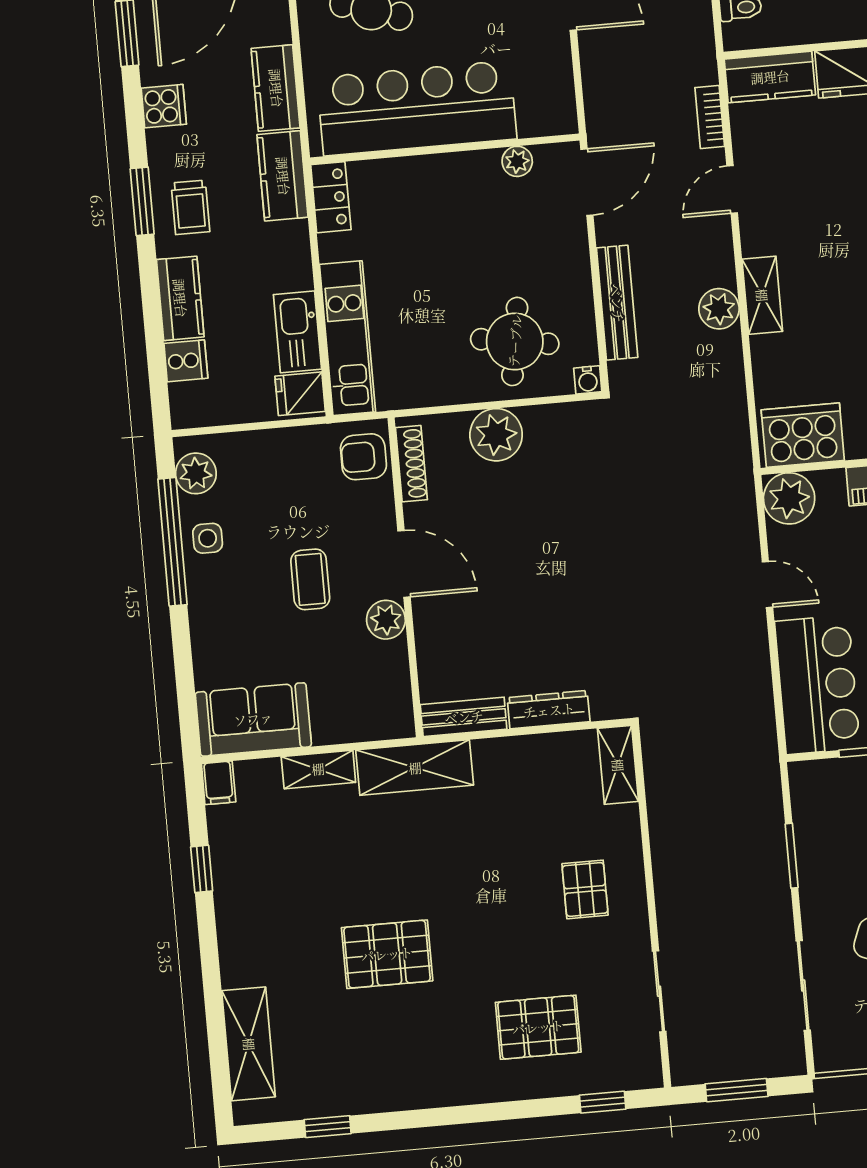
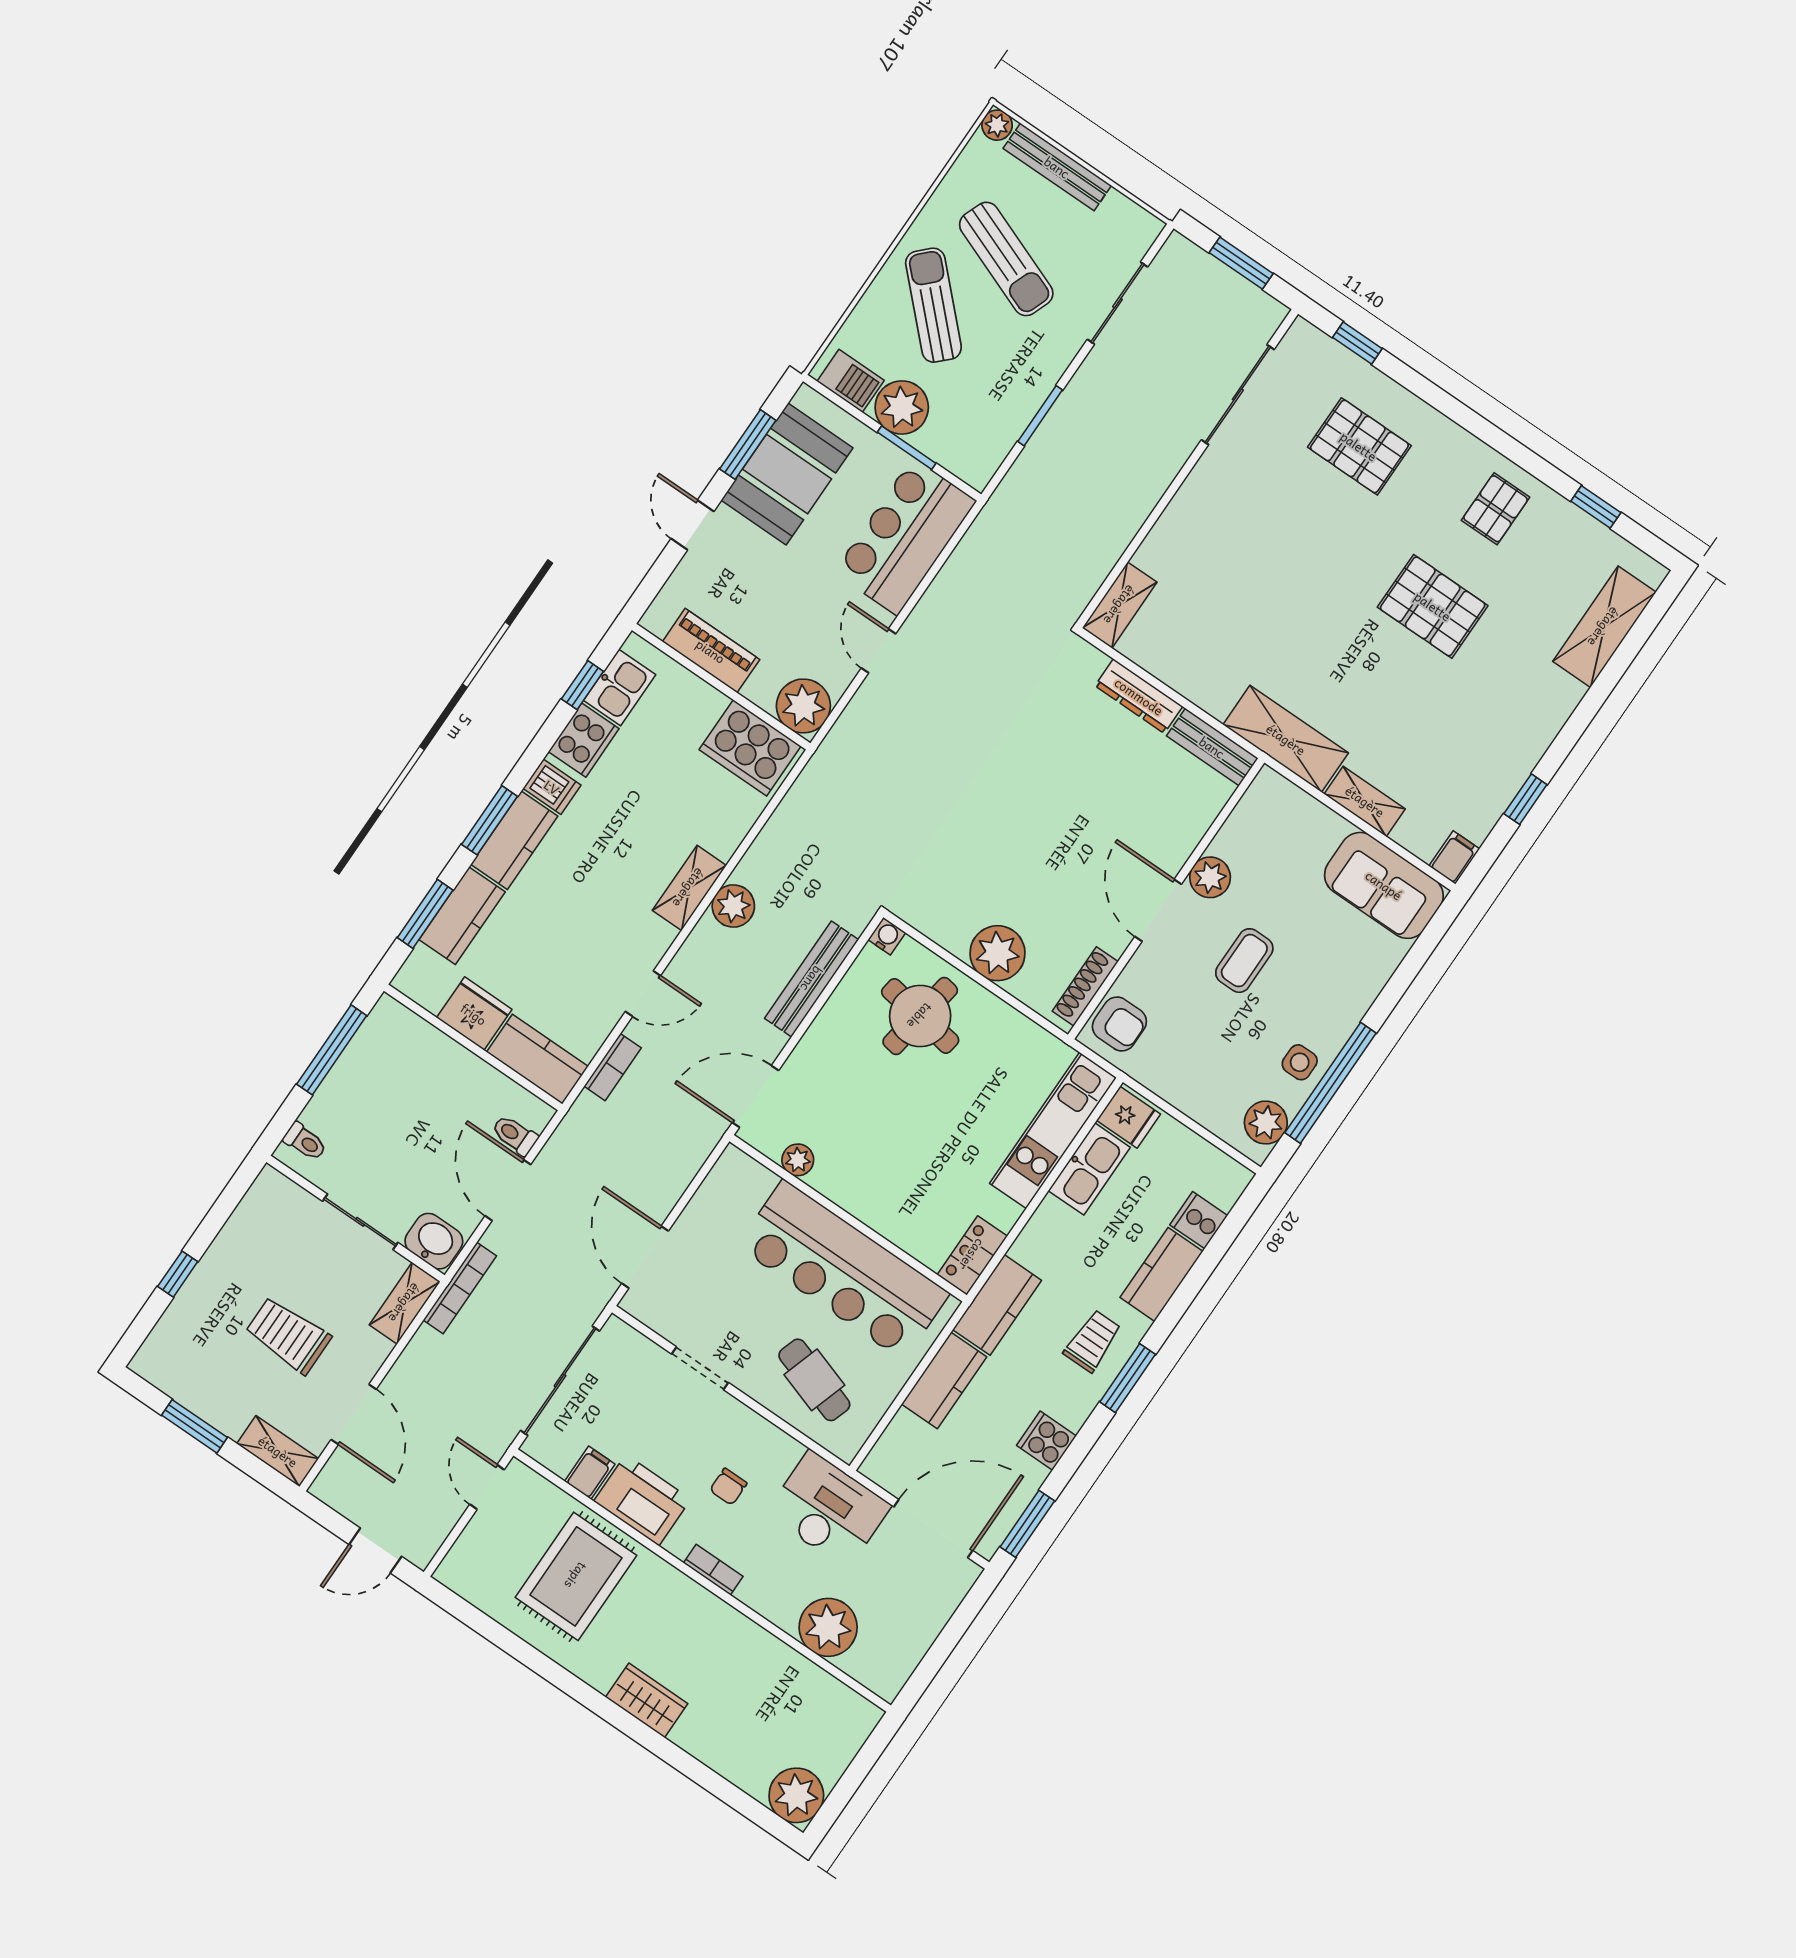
pallet: (585, 889) -> (1496, 509), moved
sliding door: (659, 991) -> (1238, 395), width x1.37

